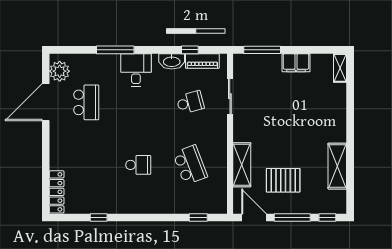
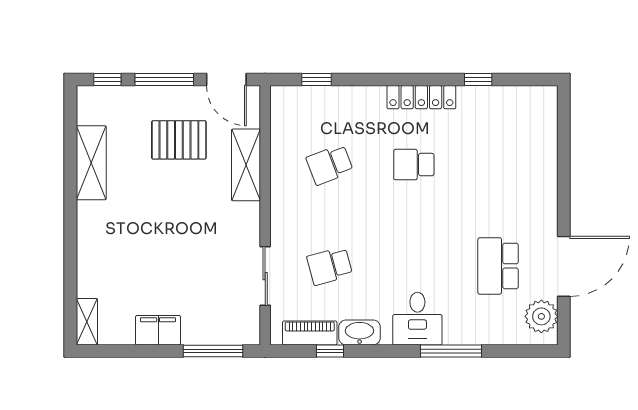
school desk: (190, 165) -> (330, 165), width x0.54
locker: (57, 192) -> (421, 97), moved, turned -90

